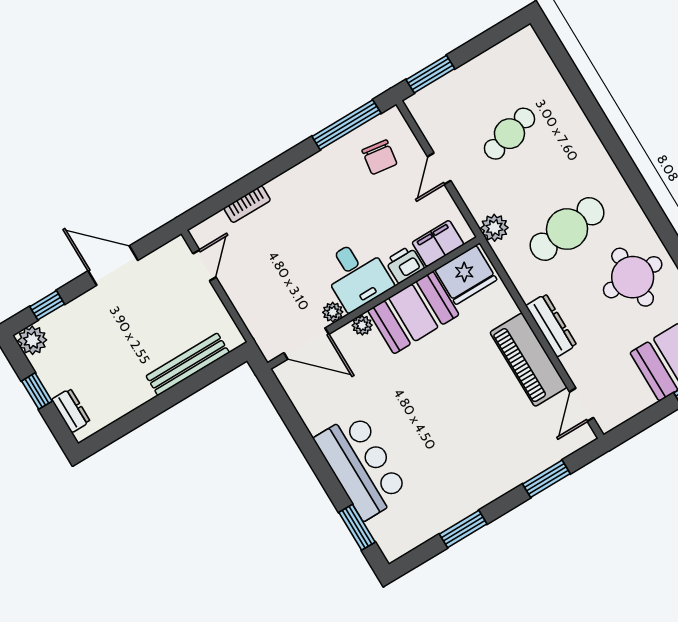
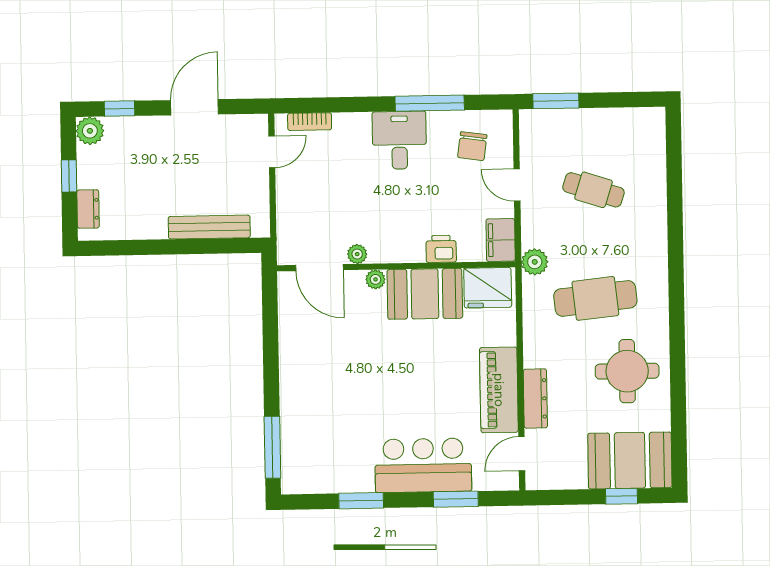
window: (346, 125) -> (430, 103), moved
cafe table: (509, 134) -> (593, 190), turned 33
door: (439, 169) -> (517, 185), hinge flipped
bookcase: (247, 204) -> (310, 122), moved
filing cabinet: (438, 243) -> (501, 240), moved, turned -90
door: (113, 266) -> (195, 107), hinge flipped
desk: (357, 275) -> (399, 140), moved, turned 180
dresser: (551, 325) -> (535, 399), moved
bar counter: (361, 466) -> (423, 465), moved, turned -90
window: (357, 527) -> (272, 447), width x1.44

